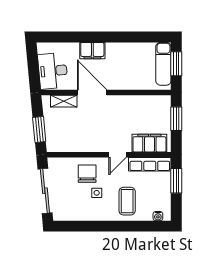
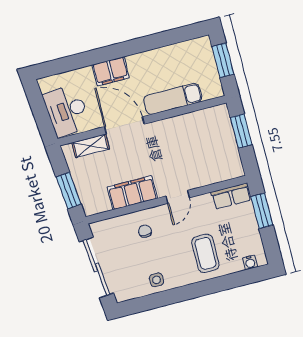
exam couch: (163, 64) -> (173, 99), moved, turned 90
filing cabinet: (149, 143) -> (132, 193), moved
row of seats: (150, 164) -> (231, 196), width x0.68
chair: (87, 174) -> (145, 231), width x0.54, depth x0.54
side table: (97, 193) -> (156, 280), moved

